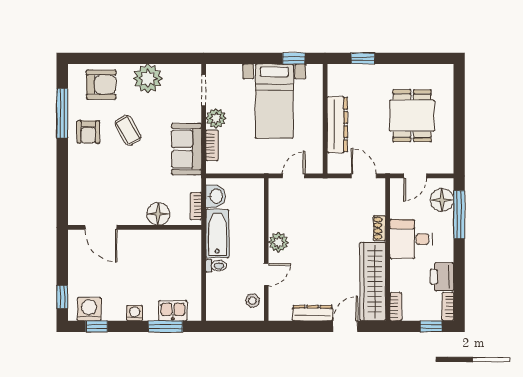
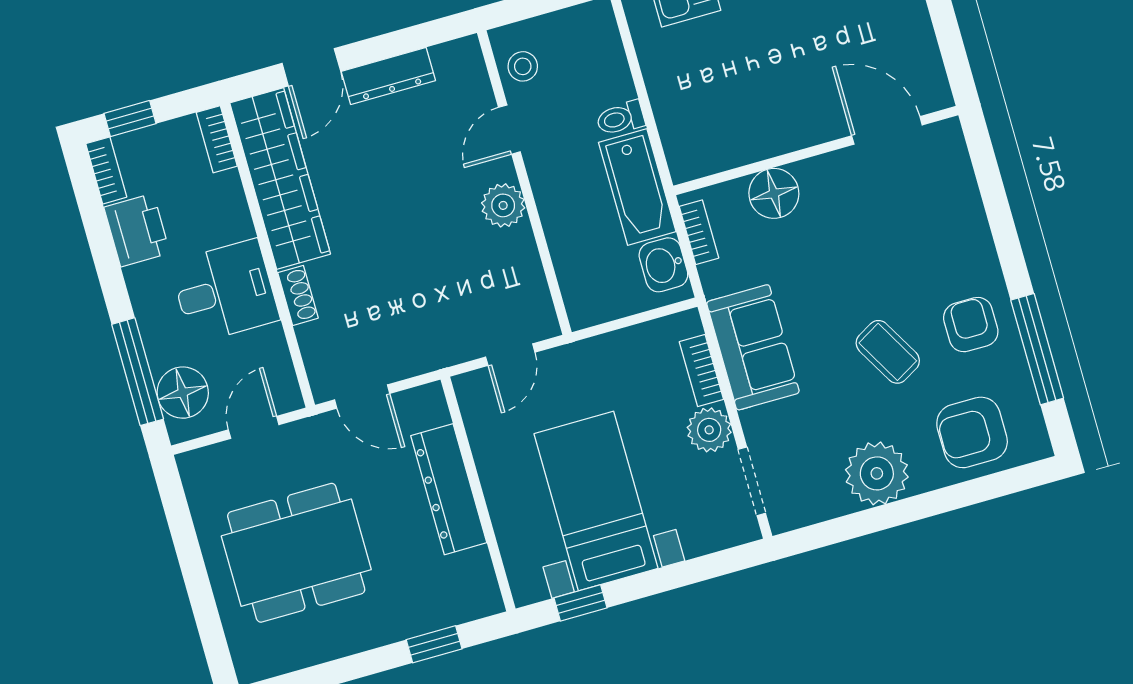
dining table: (412, 116) -> (296, 553), width x1.37

